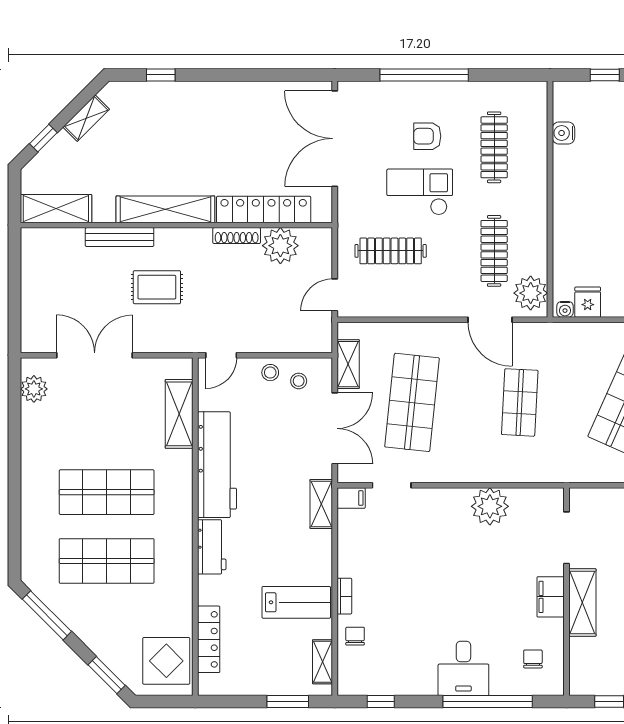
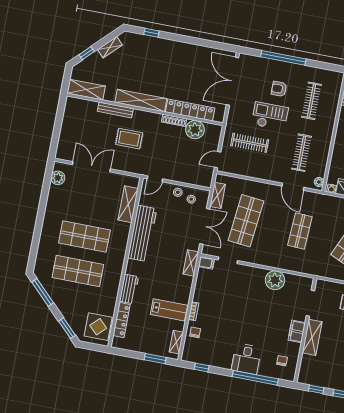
plant: (531, 293) -> (319, 182), width x0.53, depth x0.53
workbench: (212, 547) -> (129, 289), moved

